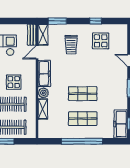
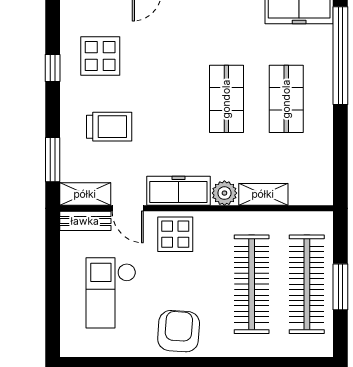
display table: (14, 82) -> (175, 234), moved
window: (82, 141) -> (340, 56), moved

